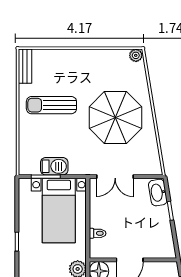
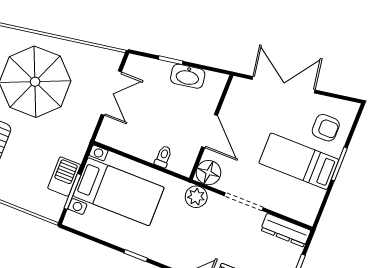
double door: (115, 177) -> (111, 93), moved
washbasin: (158, 193) -> (188, 76), moved

